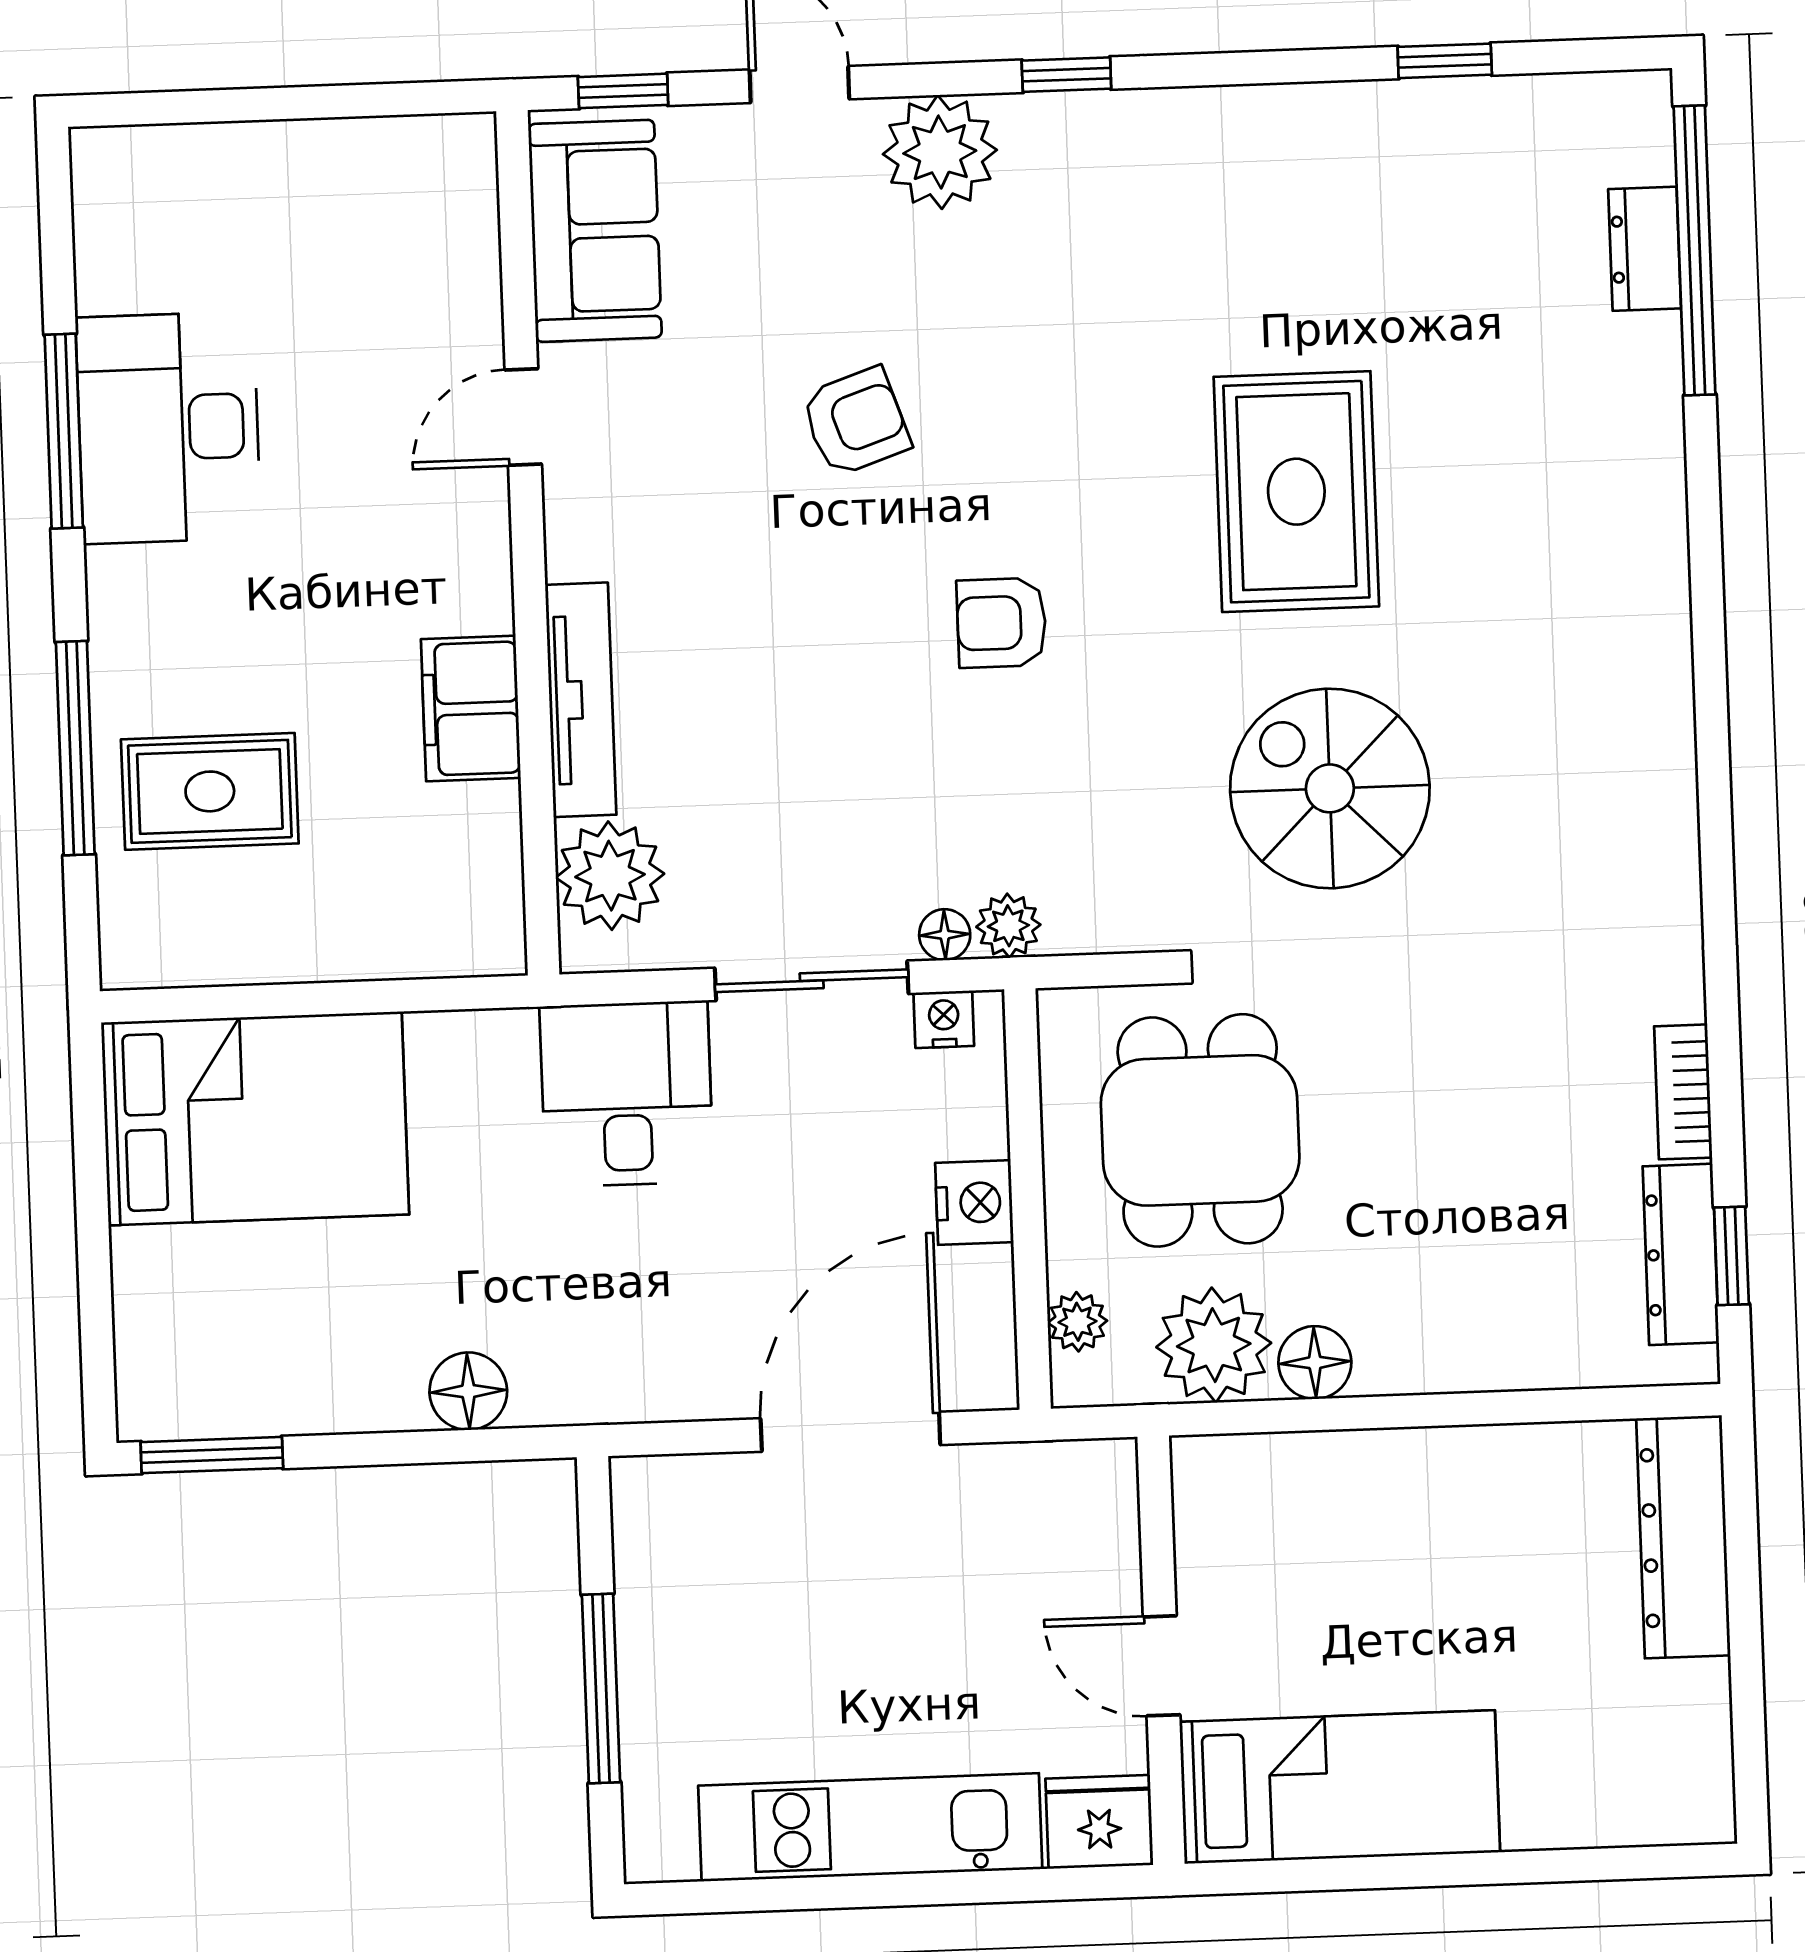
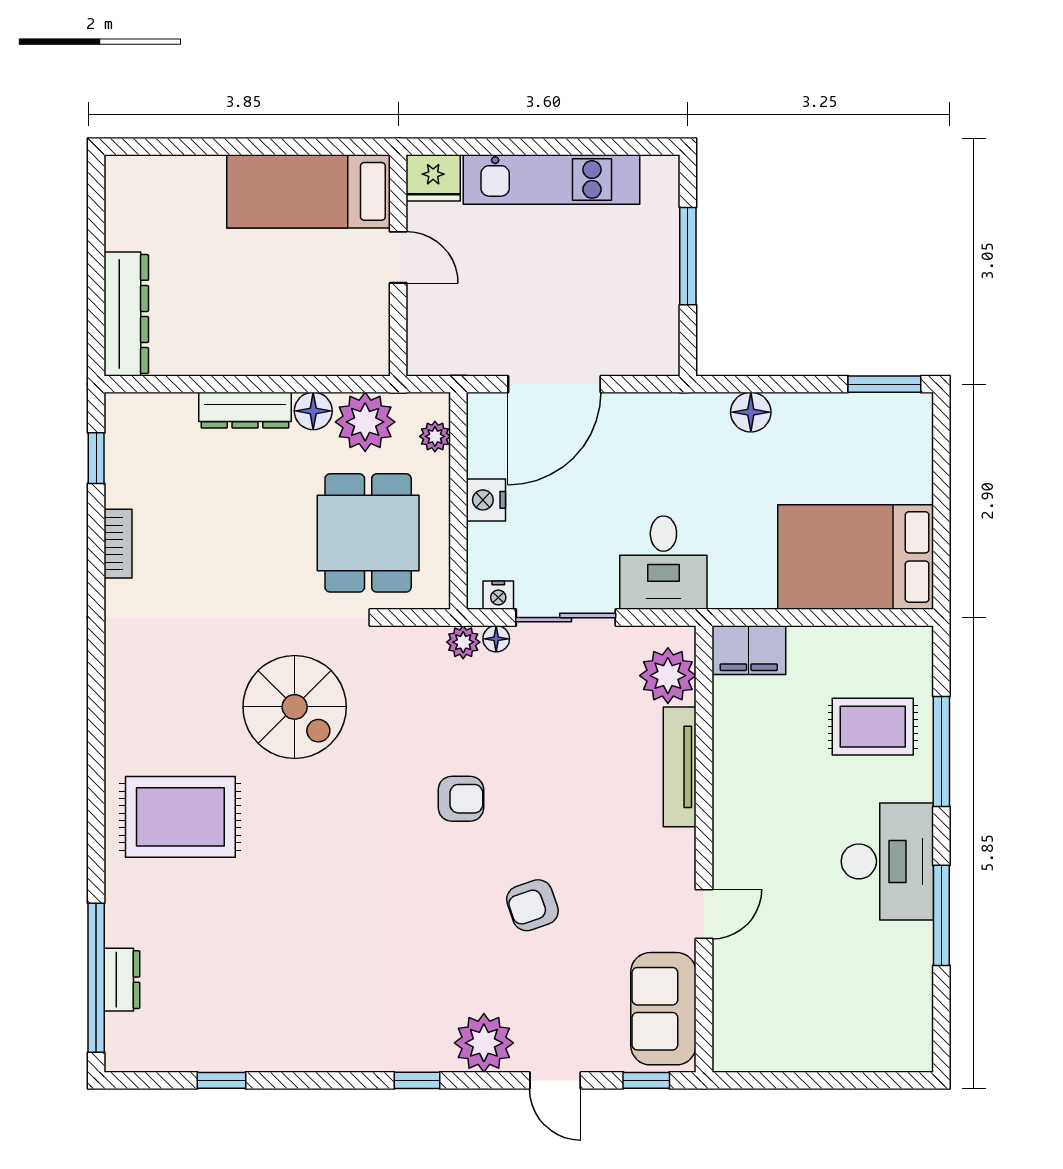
desk: (168, 428) -> (887, 861), moved
rug: (1296, 492) -> (180, 817), moved, turned 90
filing cabinet: (471, 709) -> (749, 650), moved, turned 90
dresser: (1681, 1254) -> (245, 410), moved, turned 90

